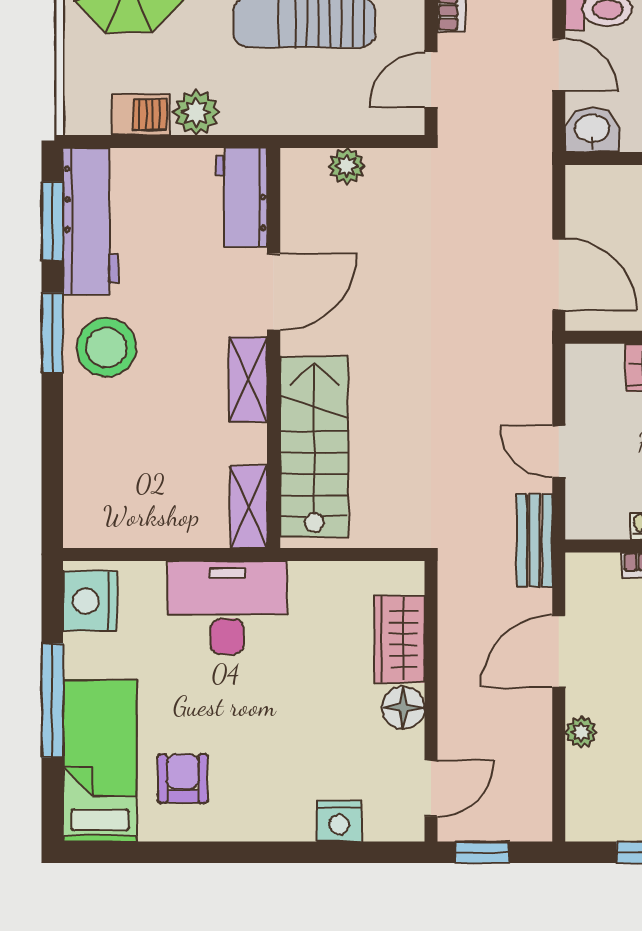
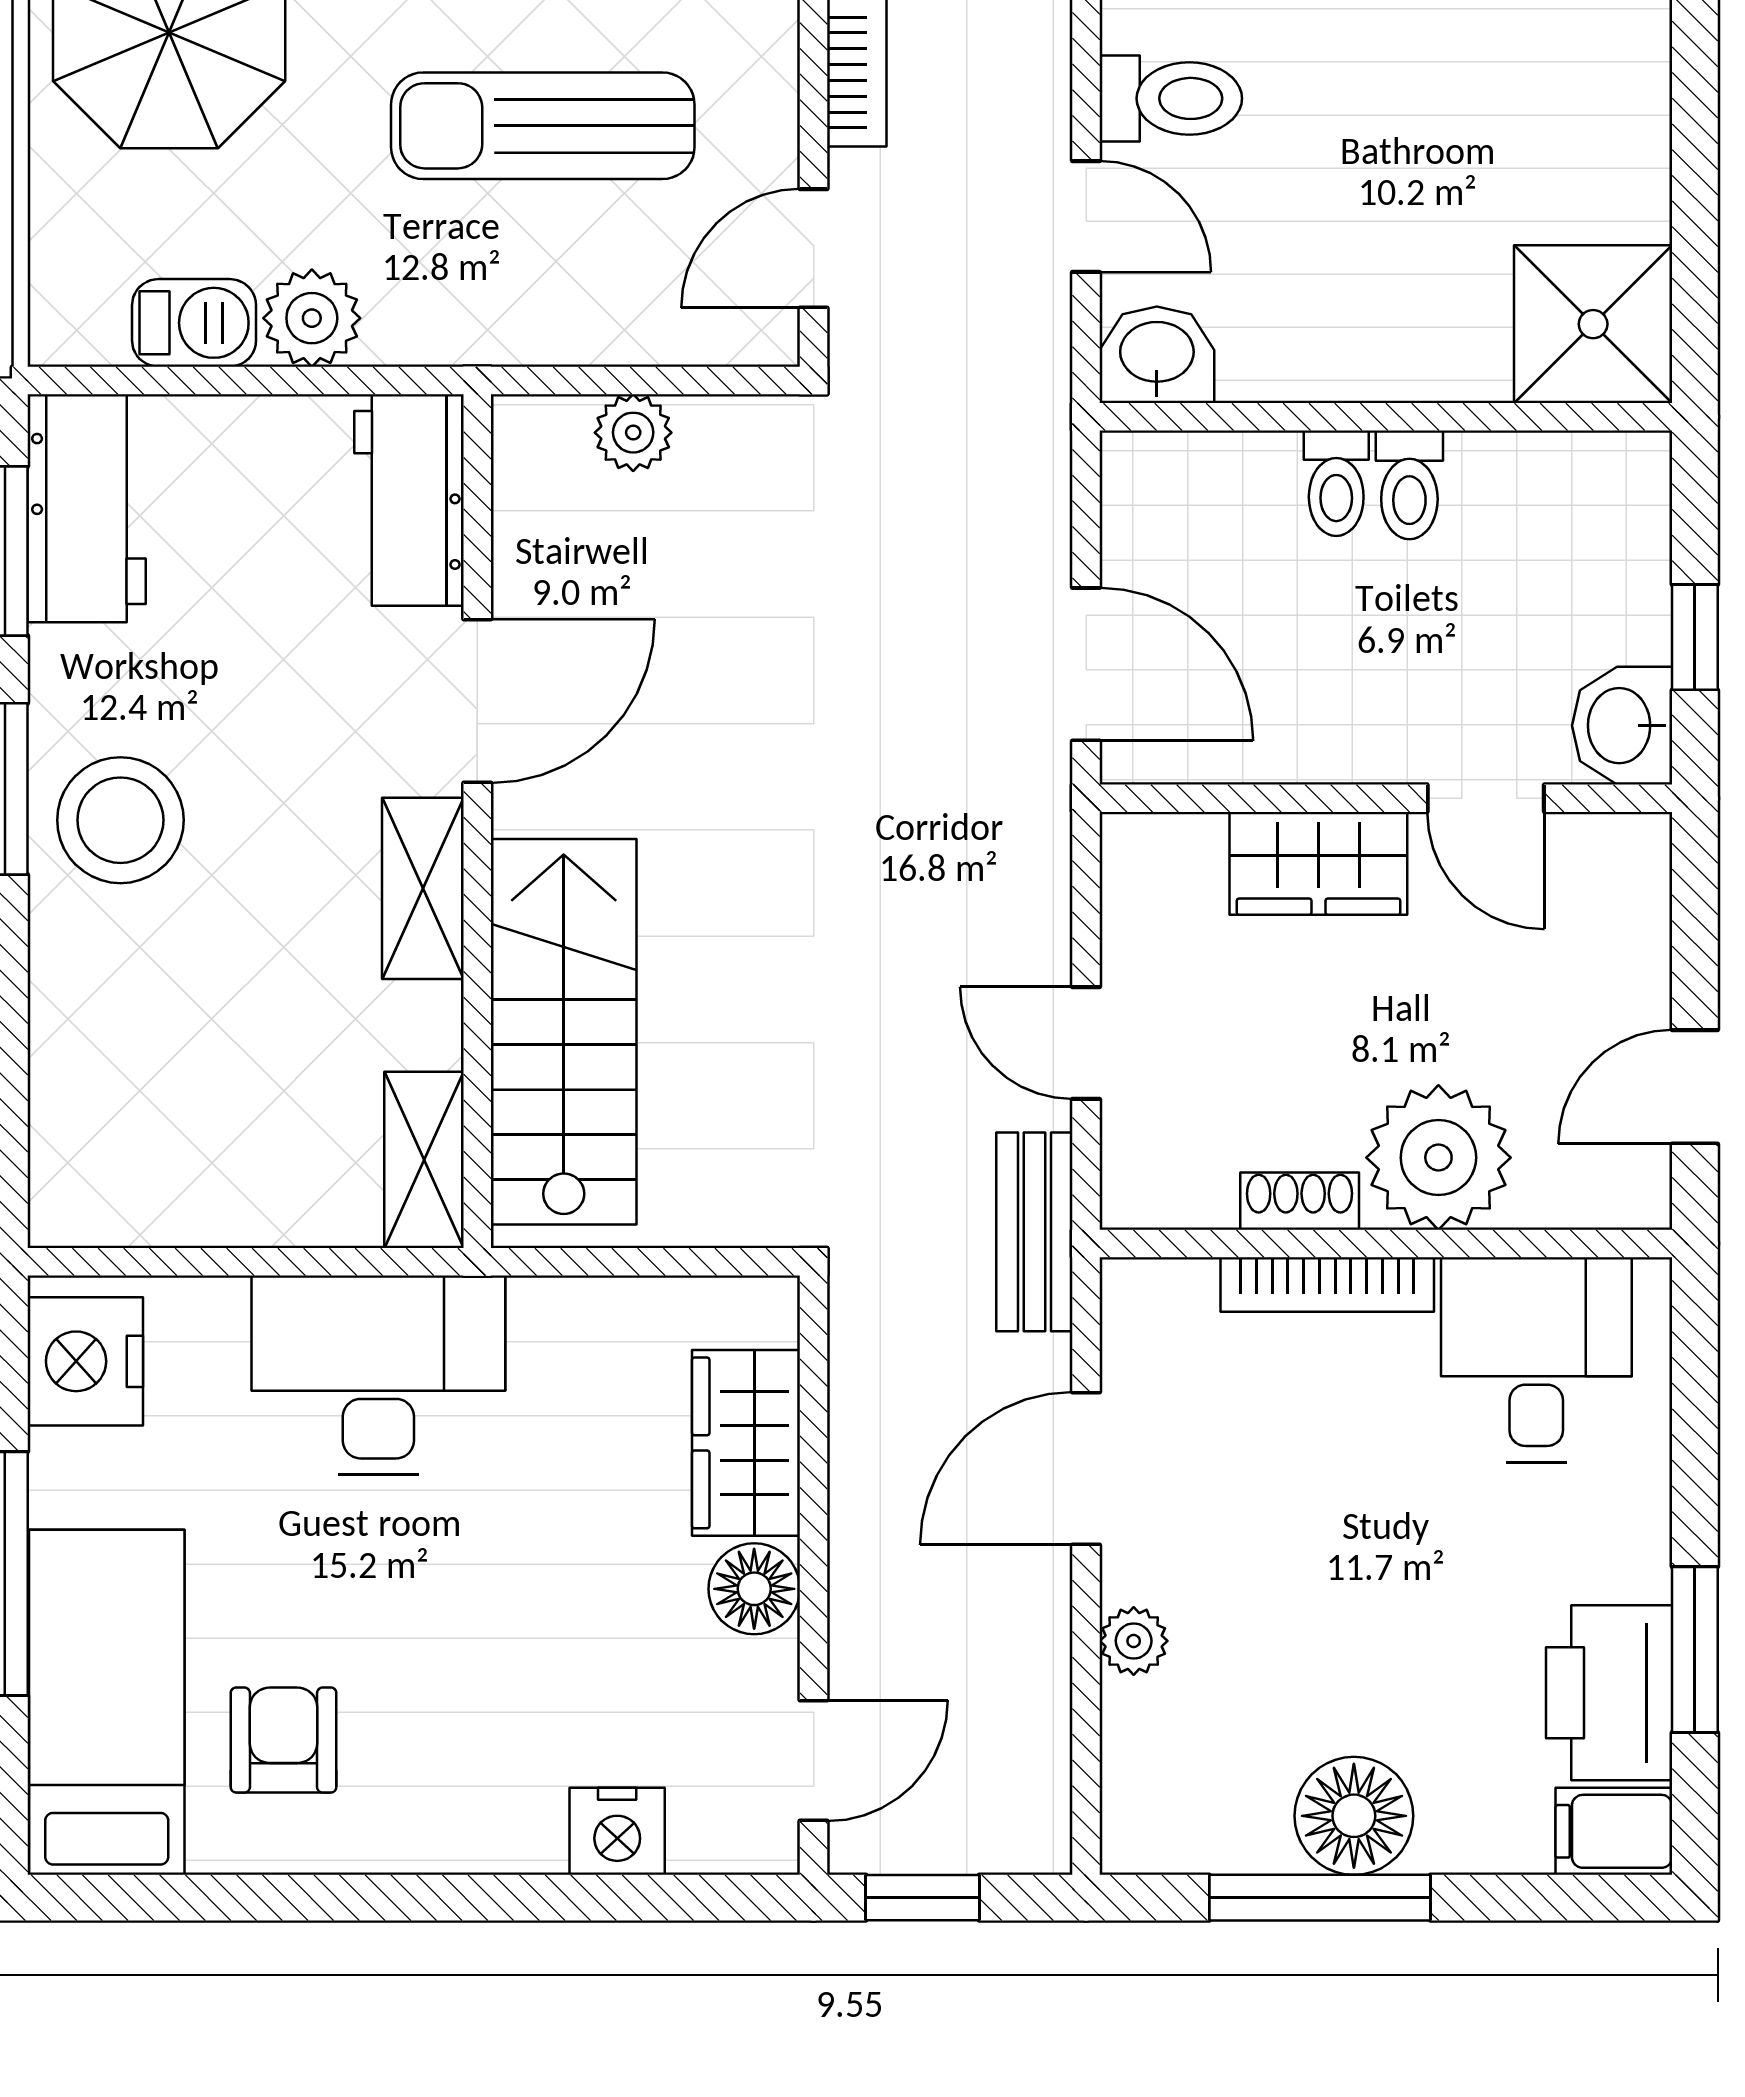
workbench: (91, 221) -> (87, 508), width x0.73

